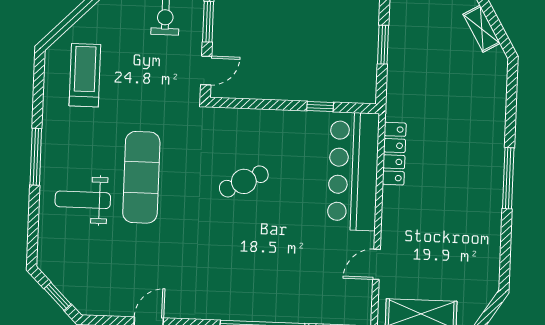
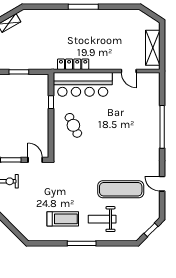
treadmill: (85, 75) -> (63, 219), moved, turned 180
exercise mat: (141, 177) -> (121, 189), moved
cafe table: (244, 181) -> (73, 125), moved
weight bench: (83, 200) -> (102, 219), turned 90

